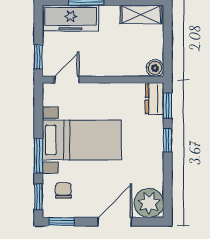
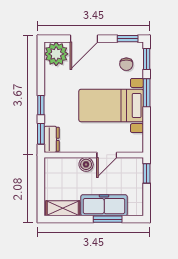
freezer: (71, 18) -> (104, 205), moved
boiler: (155, 68) -> (86, 164), moved
door: (67, 80) -> (107, 155), moved

